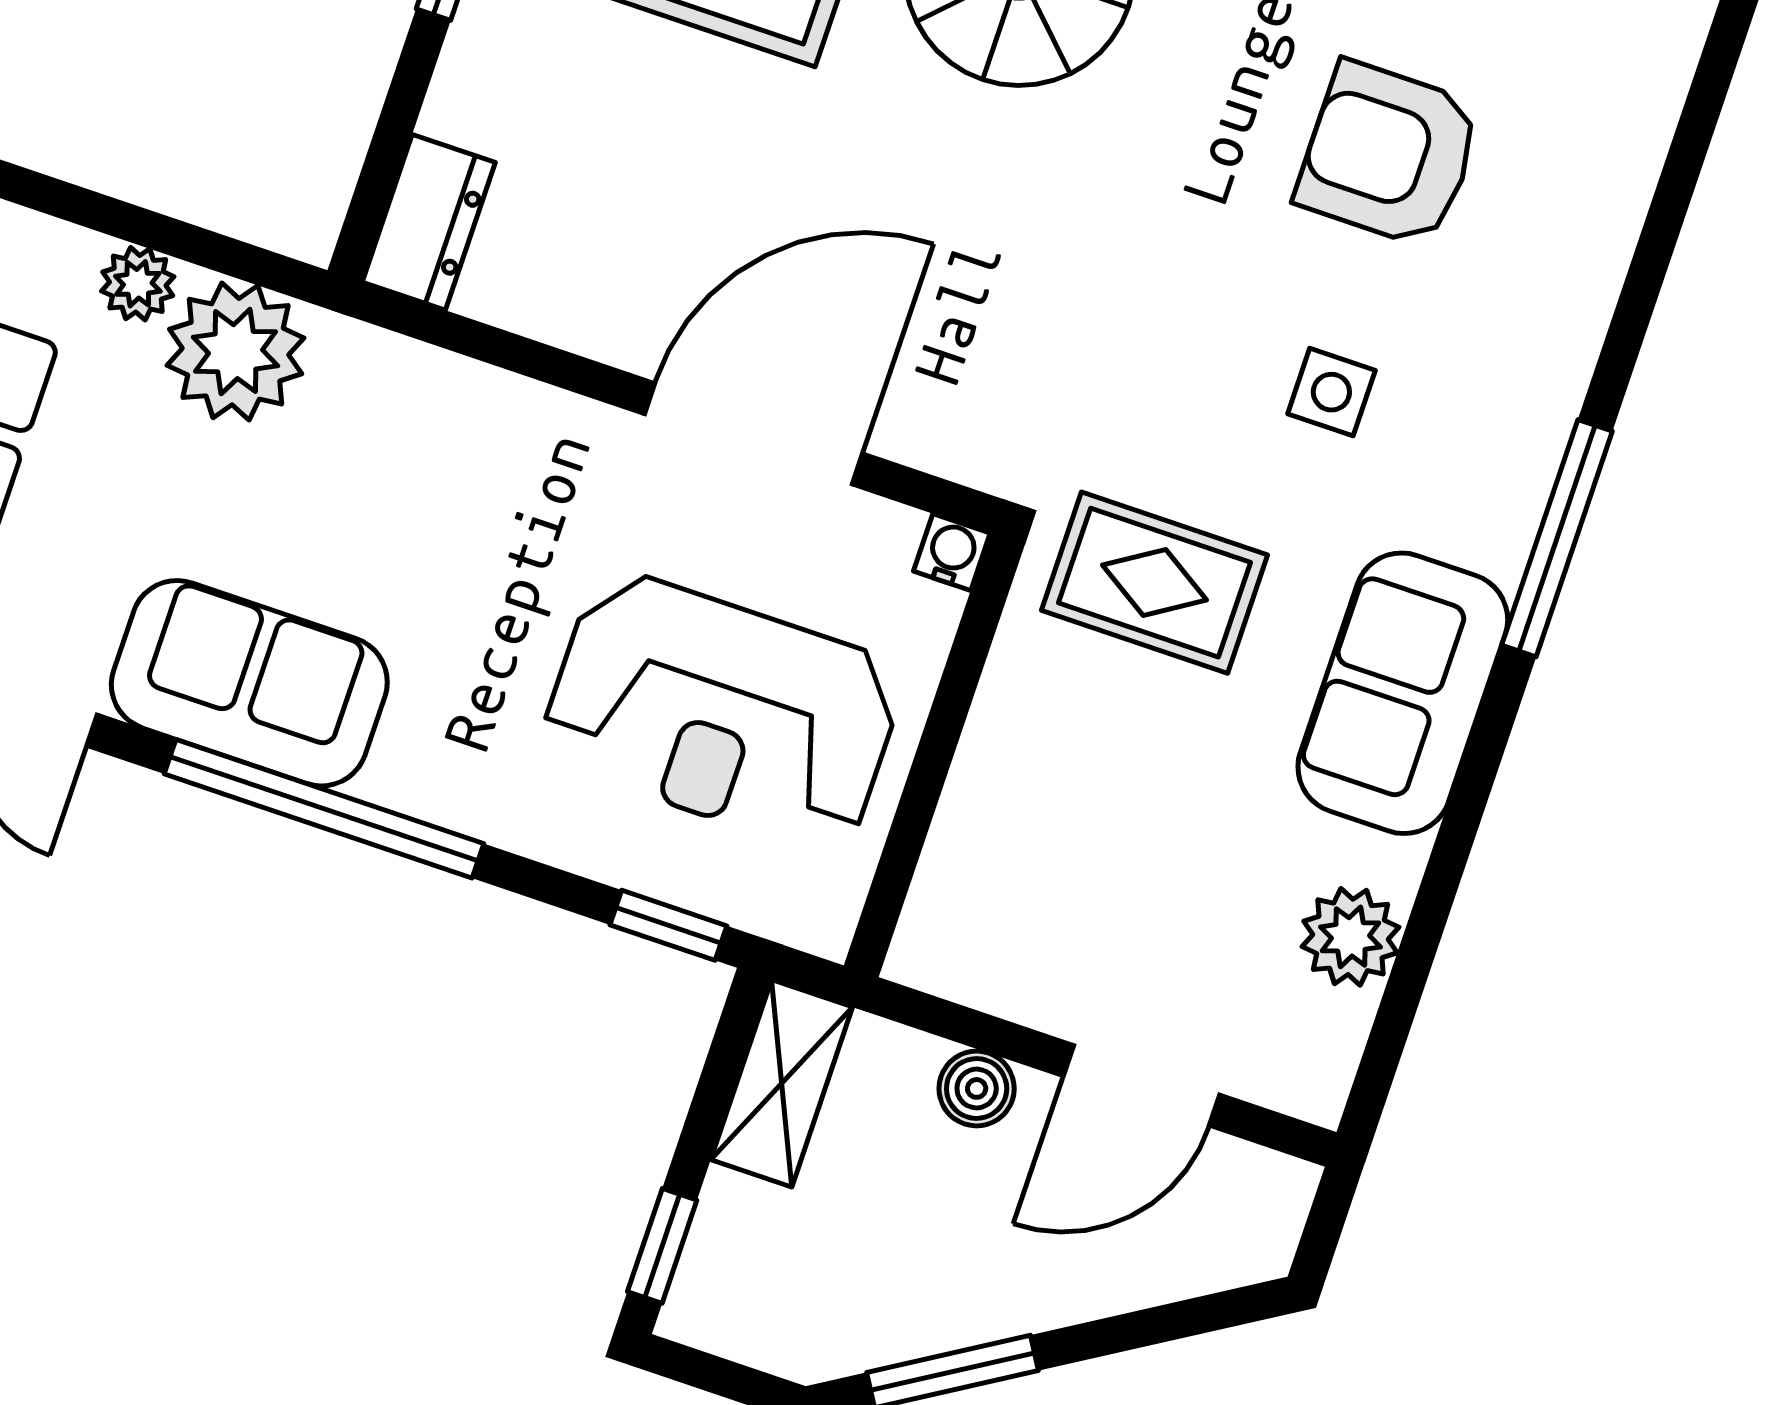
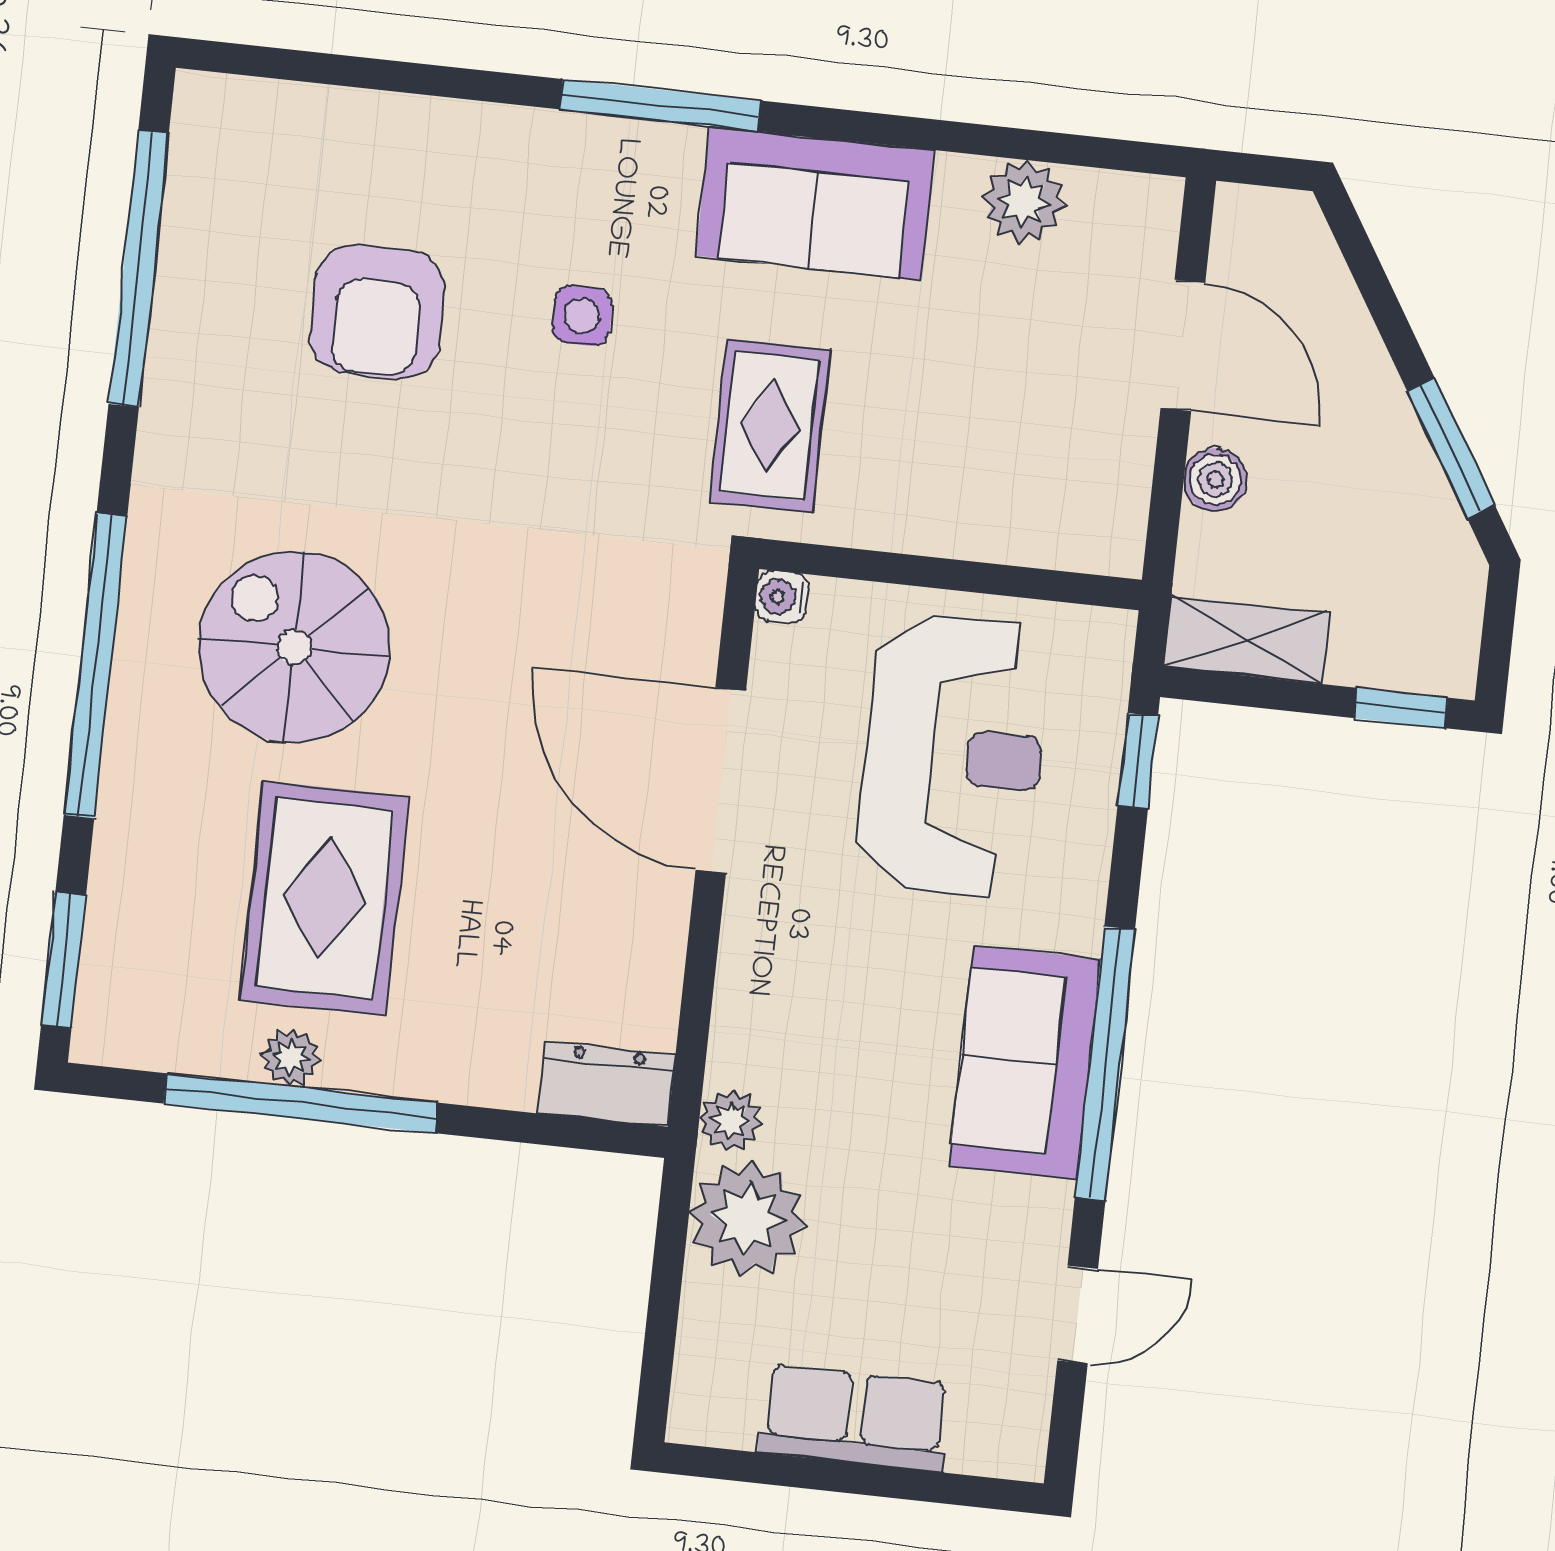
plant: (138, 284) -> (730, 1120), moved
sofa: (249, 683) -> (1025, 1062), moved

